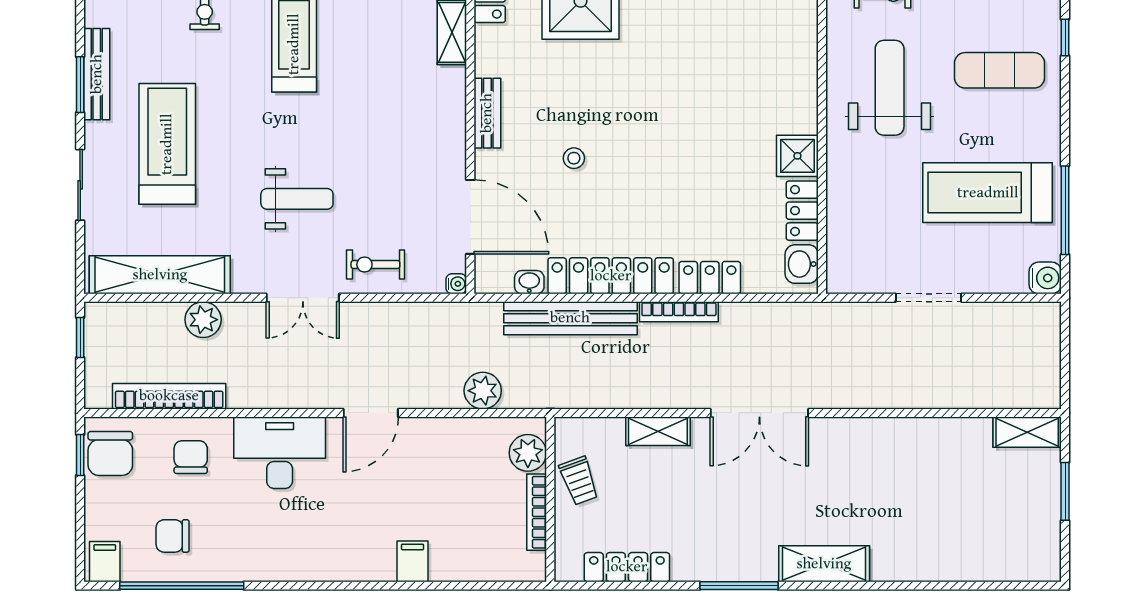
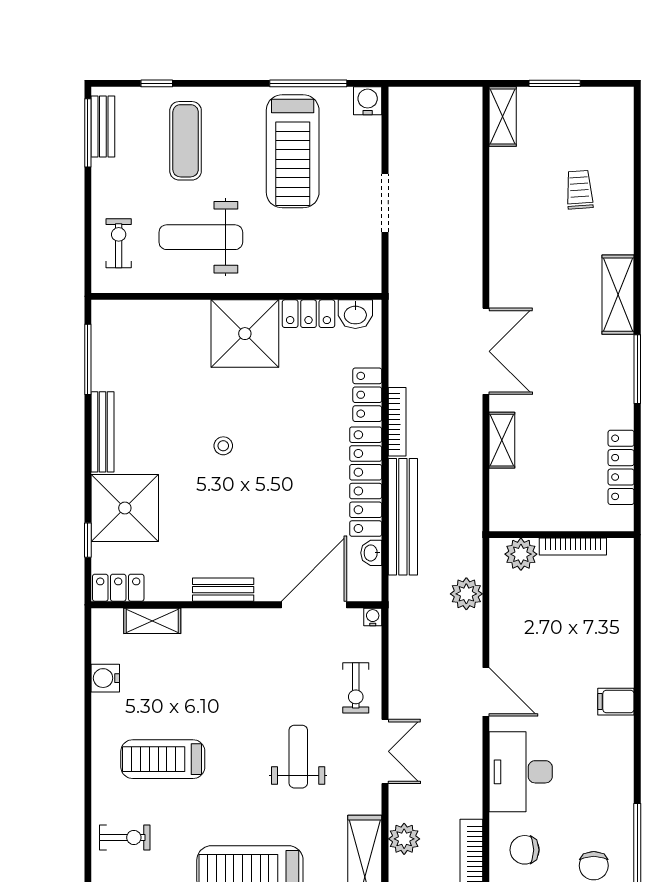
shower: (797, 156) -> (245, 334), width x1.86, depth x1.86
stool: (574, 158) -> (223, 446), moved
trolley: (579, 481) -> (579, 190), moved, turned -74
filing cabinet: (413, 561) -> (616, 702), moved

